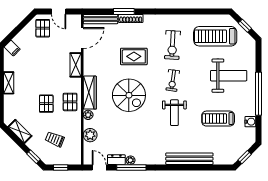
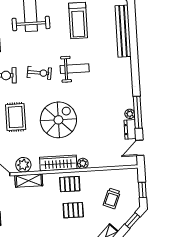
plant: (90, 135) -> (23, 165), moved
bench: (189, 159) -> (123, 31), moved

